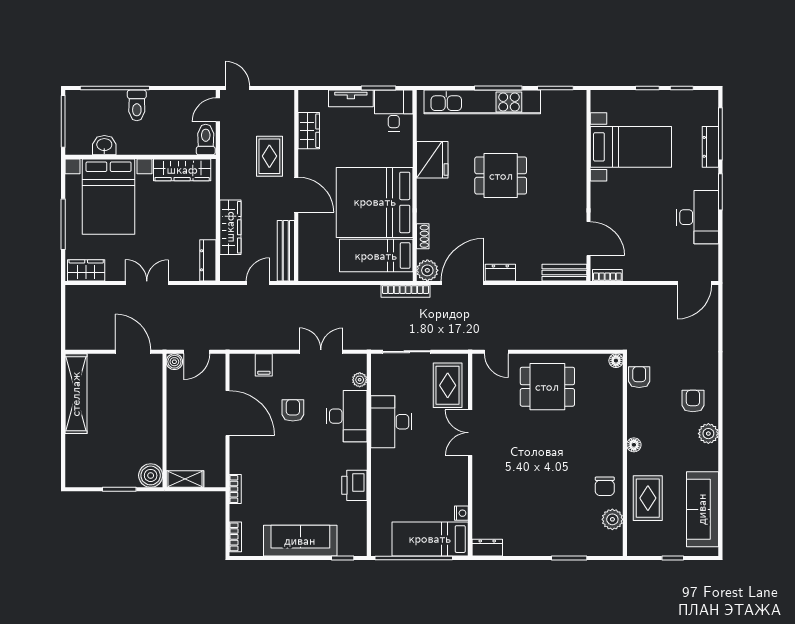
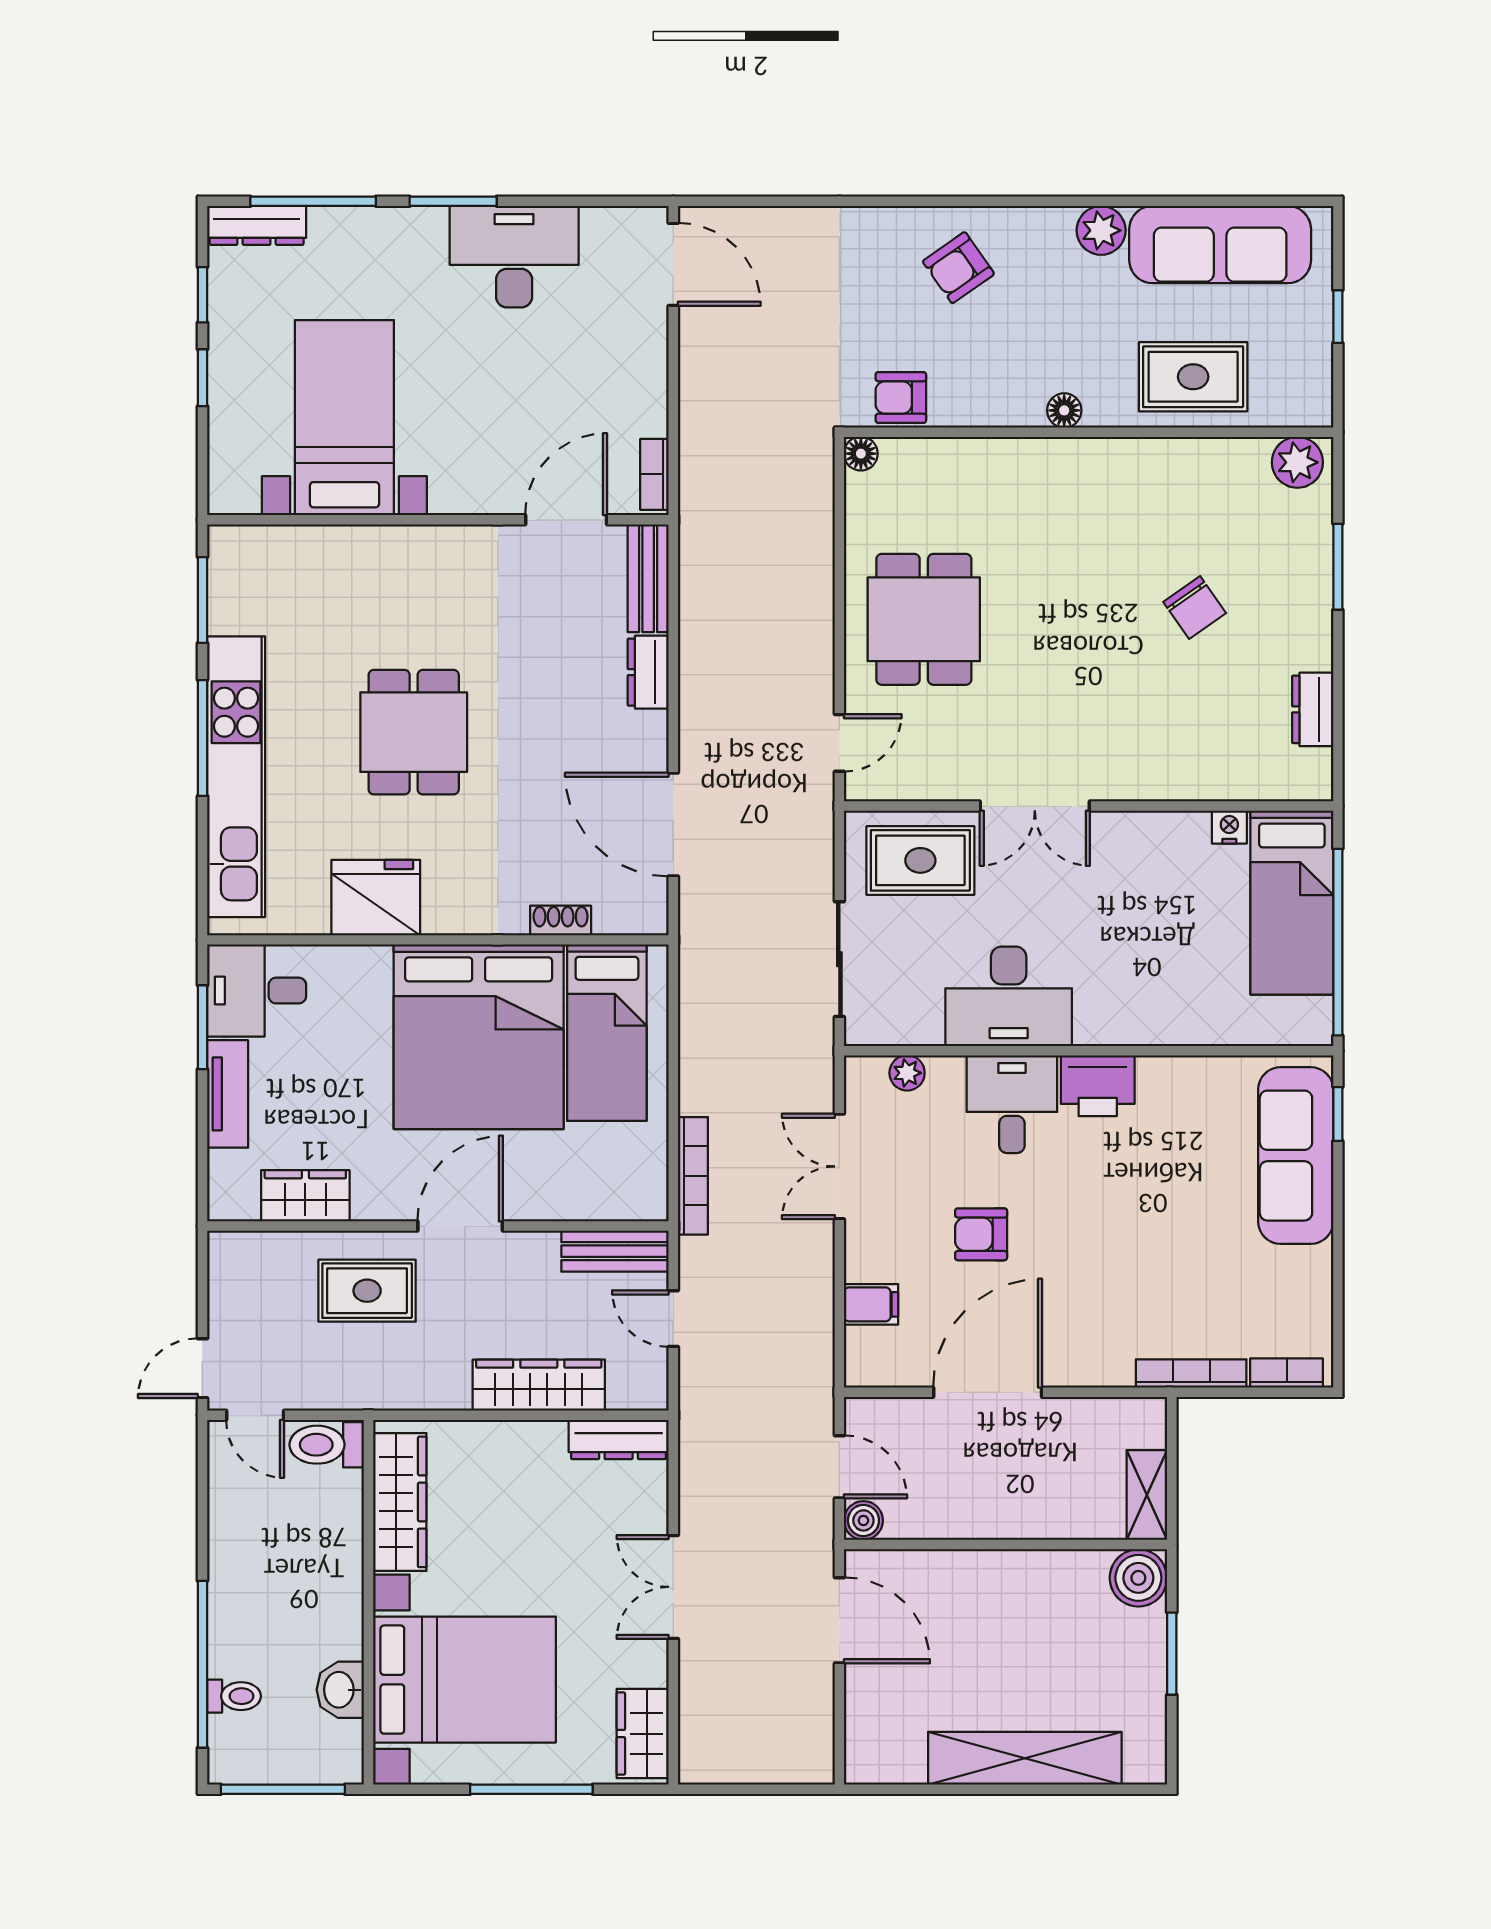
toilet: (137, 105) -> (234, 1696), moved, width x0.73, depth x0.72
dresser: (710, 147) -> (257, 225), moved
bench: (286, 251) -> (615, 1251), width x0.73
plant: (427, 270) -> (643, 909), removed
dresser: (500, 273) -> (648, 672), moved
bookcase: (406, 291) -> (693, 1176), moved
door: (133, 352) -> (839, 1620), swing flipped
shelving: (76, 394) -> (1025, 1758), moved
armchair: (693, 401) -> (958, 268), turned -35
desk: (347, 416) -> (1012, 1104), width x0.73
plant: (708, 434) -> (1101, 230), moved
printer: (354, 485) -> (1098, 1086), moved
chair: (605, 486) -> (1195, 608), moved, turned 55
bookcase: (235, 489) -> (1191, 1373), width x1.56
plant: (612, 519) -> (1297, 462), moved
sofa: (300, 541) -> (1296, 1156), moved
dresser: (487, 548) -> (1313, 709), moved

